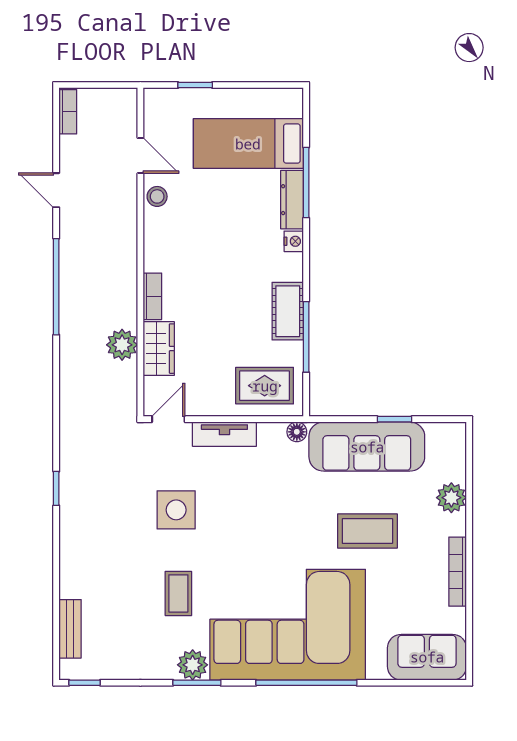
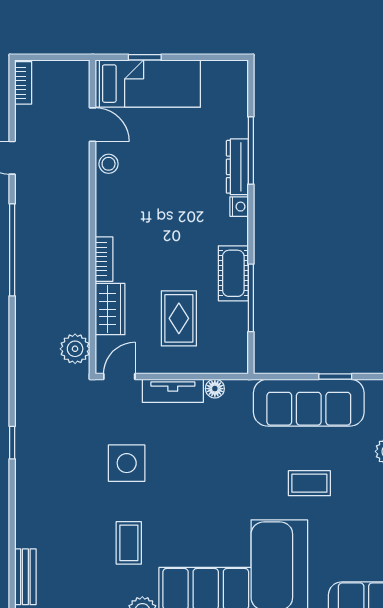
bed: (248, 144) -> (148, 84), moved, turned 180
plant: (122, 345) -> (75, 349), moved
rug: (265, 386) -> (179, 318), moved, turned 90
floor lamp: (297, 432) -> (215, 389), moved
coffee table: (367, 531) -> (309, 483), width x0.73, depth x0.77

